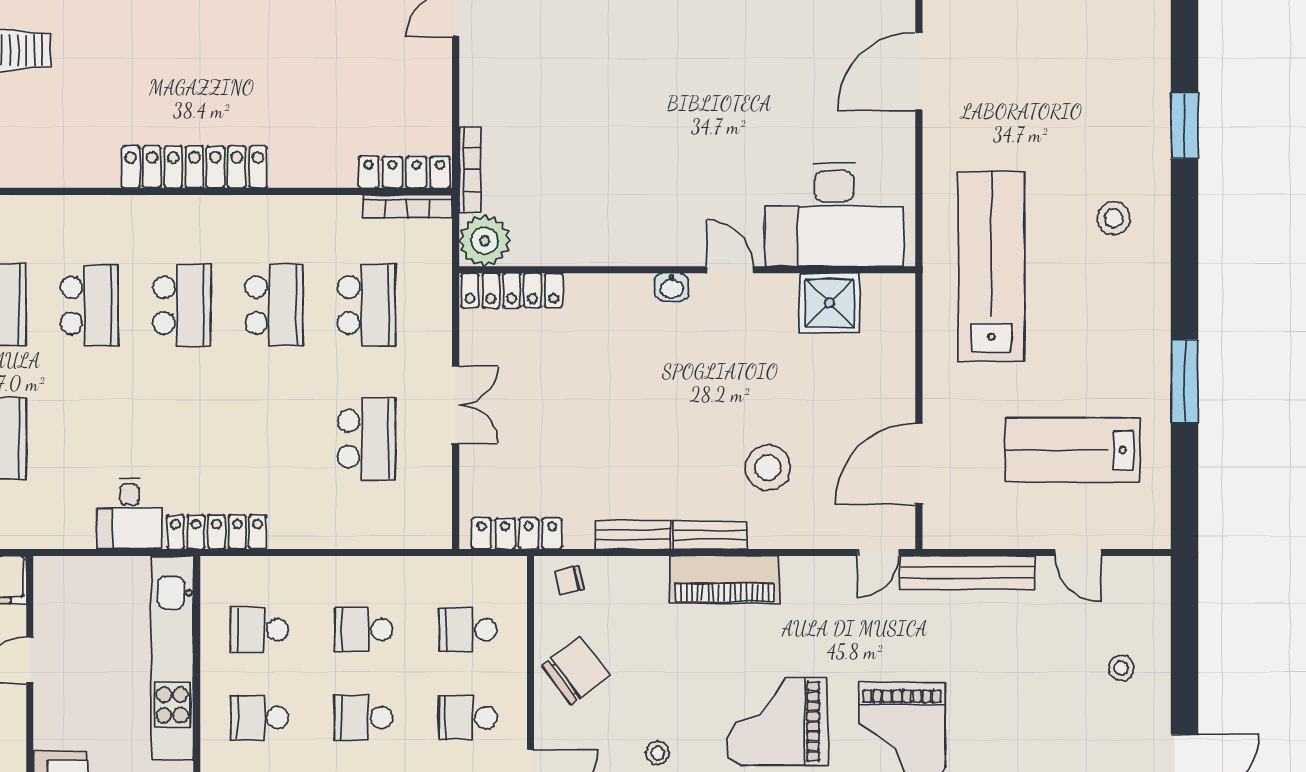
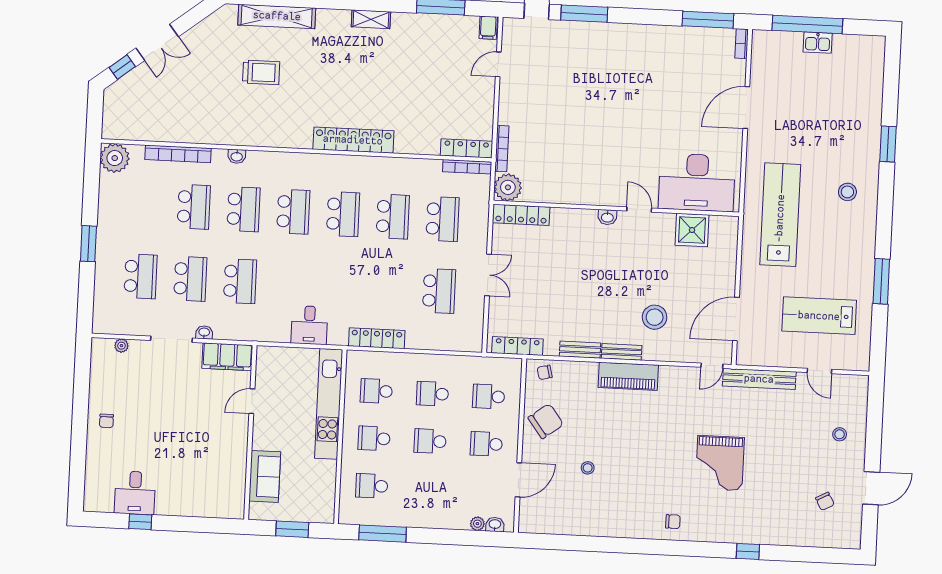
locker: (217, 532) -> (377, 338), moved
grand piano: (777, 721) -> (653, 454), removed

